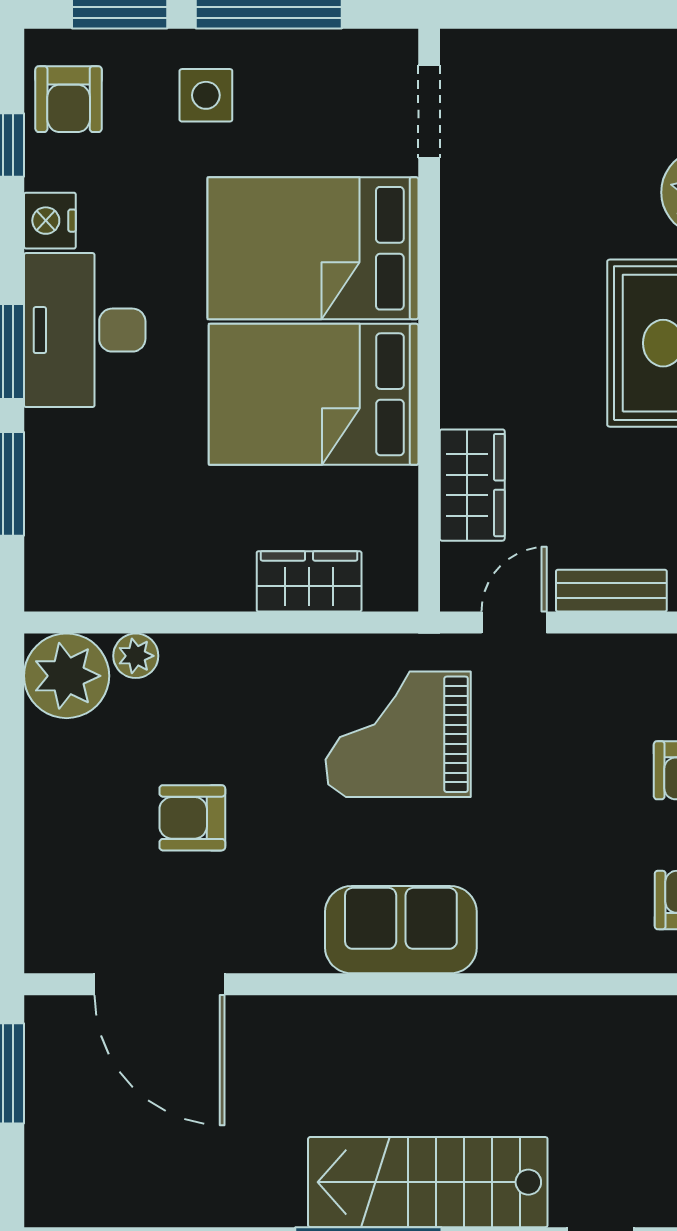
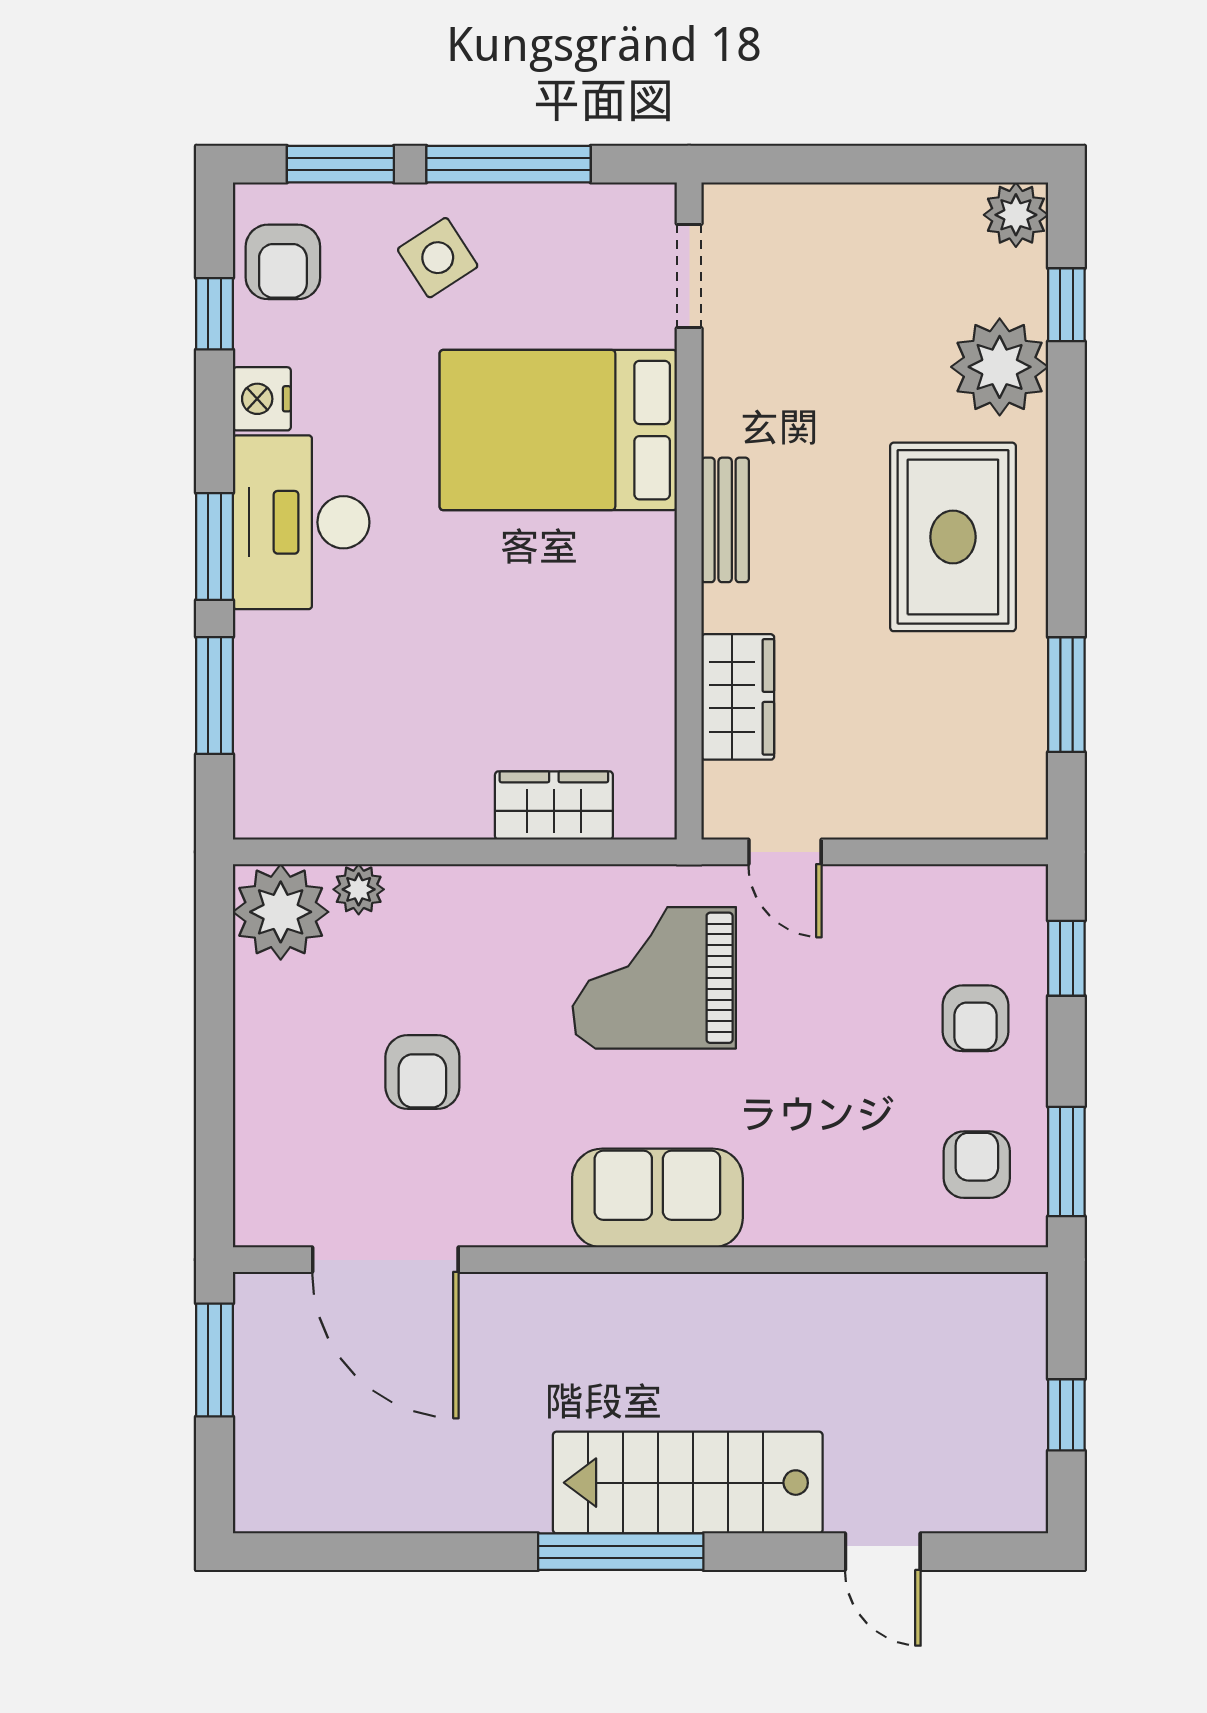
side table: (206, 95) -> (438, 258), turned -33
bed: (314, 394) -> (559, 595), removed
bench: (611, 591) -> (725, 520), moved, turned 90
door: (514, 623) -> (785, 852), swing flipped
armchair: (192, 818) -> (422, 1072), turned -90

